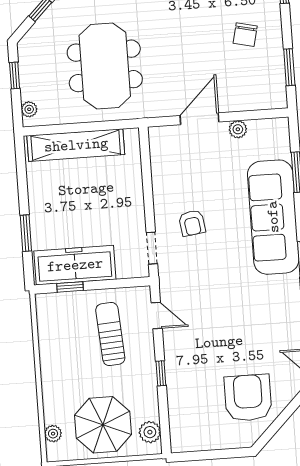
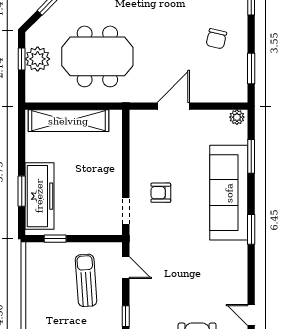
meeting table: (105, 66) -> (97, 56), turned 90
plant: (29, 109) -> (38, 59), moved, width x1.88, depth x1.88
plant: (238, 129) -> (237, 117), moved
armchair: (192, 223) -> (161, 193), turned 98
freezer: (75, 265) -> (39, 196), moved, turned 90

